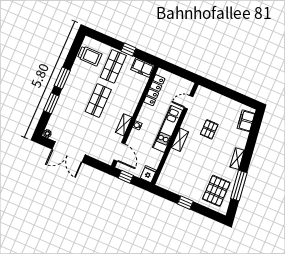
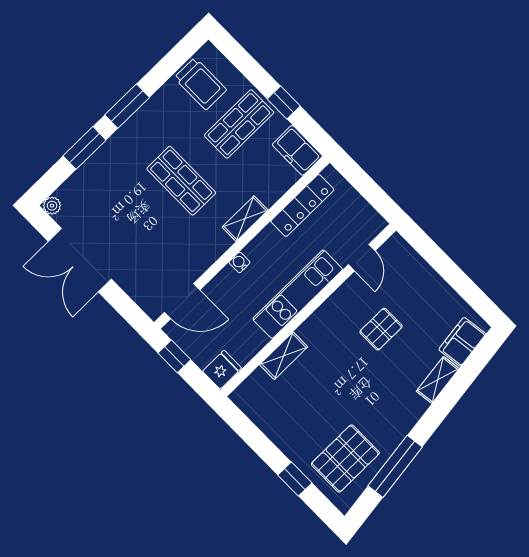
shop shelf: (98, 101) -> (181, 181), turned 90
door: (189, 102) -> (362, 258), swing flipped
shelving: (124, 125) -> (245, 219), moved
shelving: (180, 140) -> (284, 356), moved
door: (119, 152) -> (182, 301), hinge flipped
shelving: (237, 159) -> (438, 380), moved
window: (185, 203) -> (295, 479), moved

